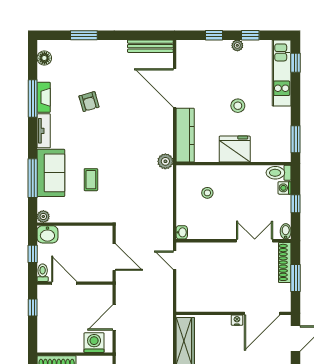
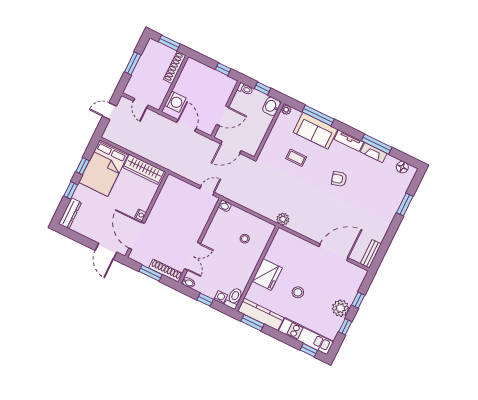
plant: (237, 45) -> (340, 308), width x1.87, depth x1.87
bench: (150, 46) -> (371, 254), width x0.73
armchair: (89, 102) -> (339, 179), moved
kitchen counter: (185, 135) -> (261, 314), moved, turned 180
door: (64, 283) -> (223, 116), moved

